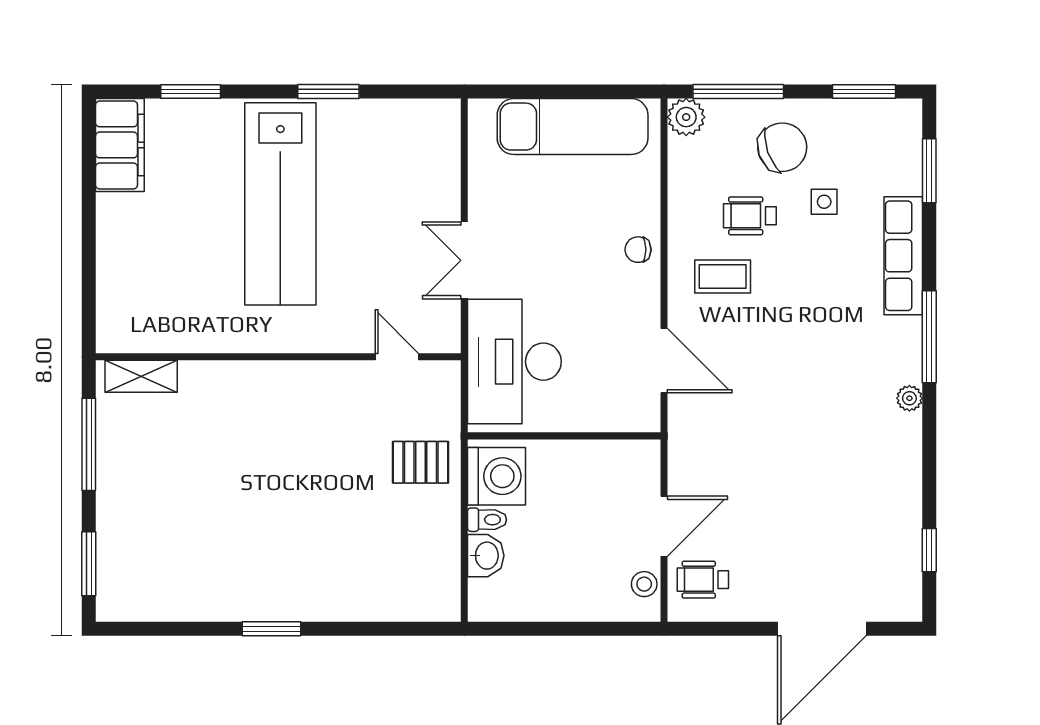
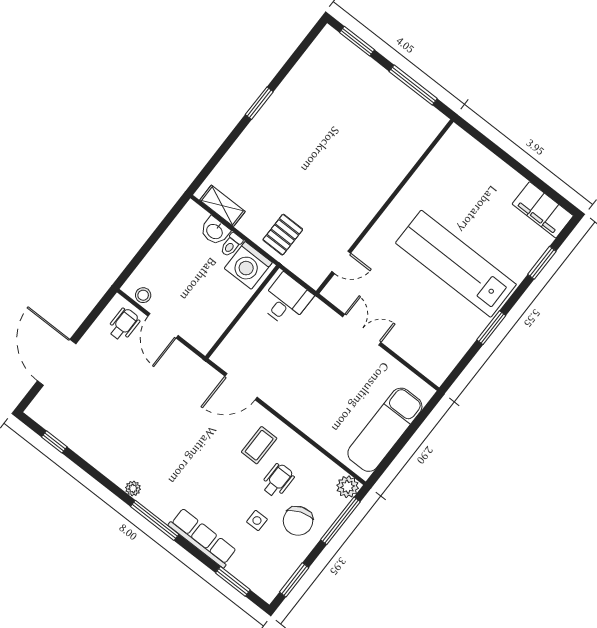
chair: (638, 250) -> (303, 415), removed
desk: (514, 362) -> (286, 300), width x0.53, depth x0.77
shelving: (141, 376) -> (222, 206), moved, turned 90

